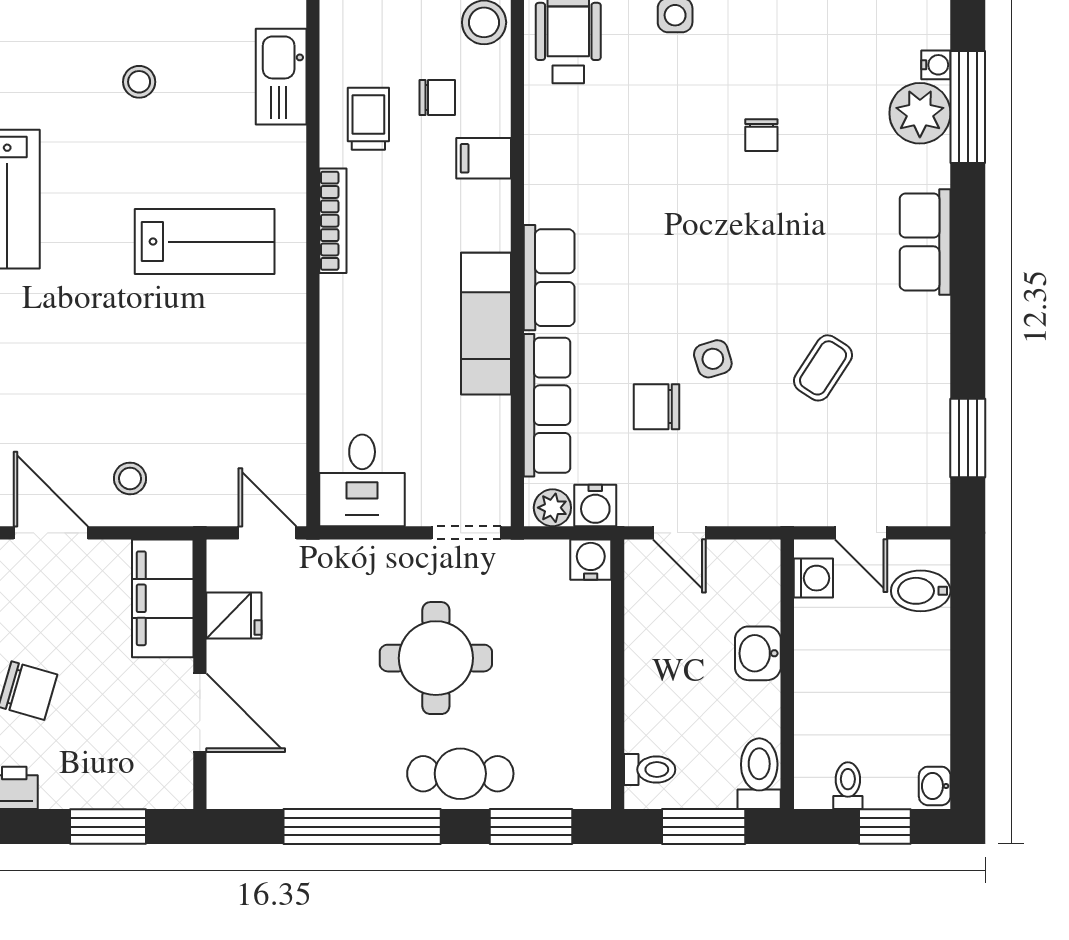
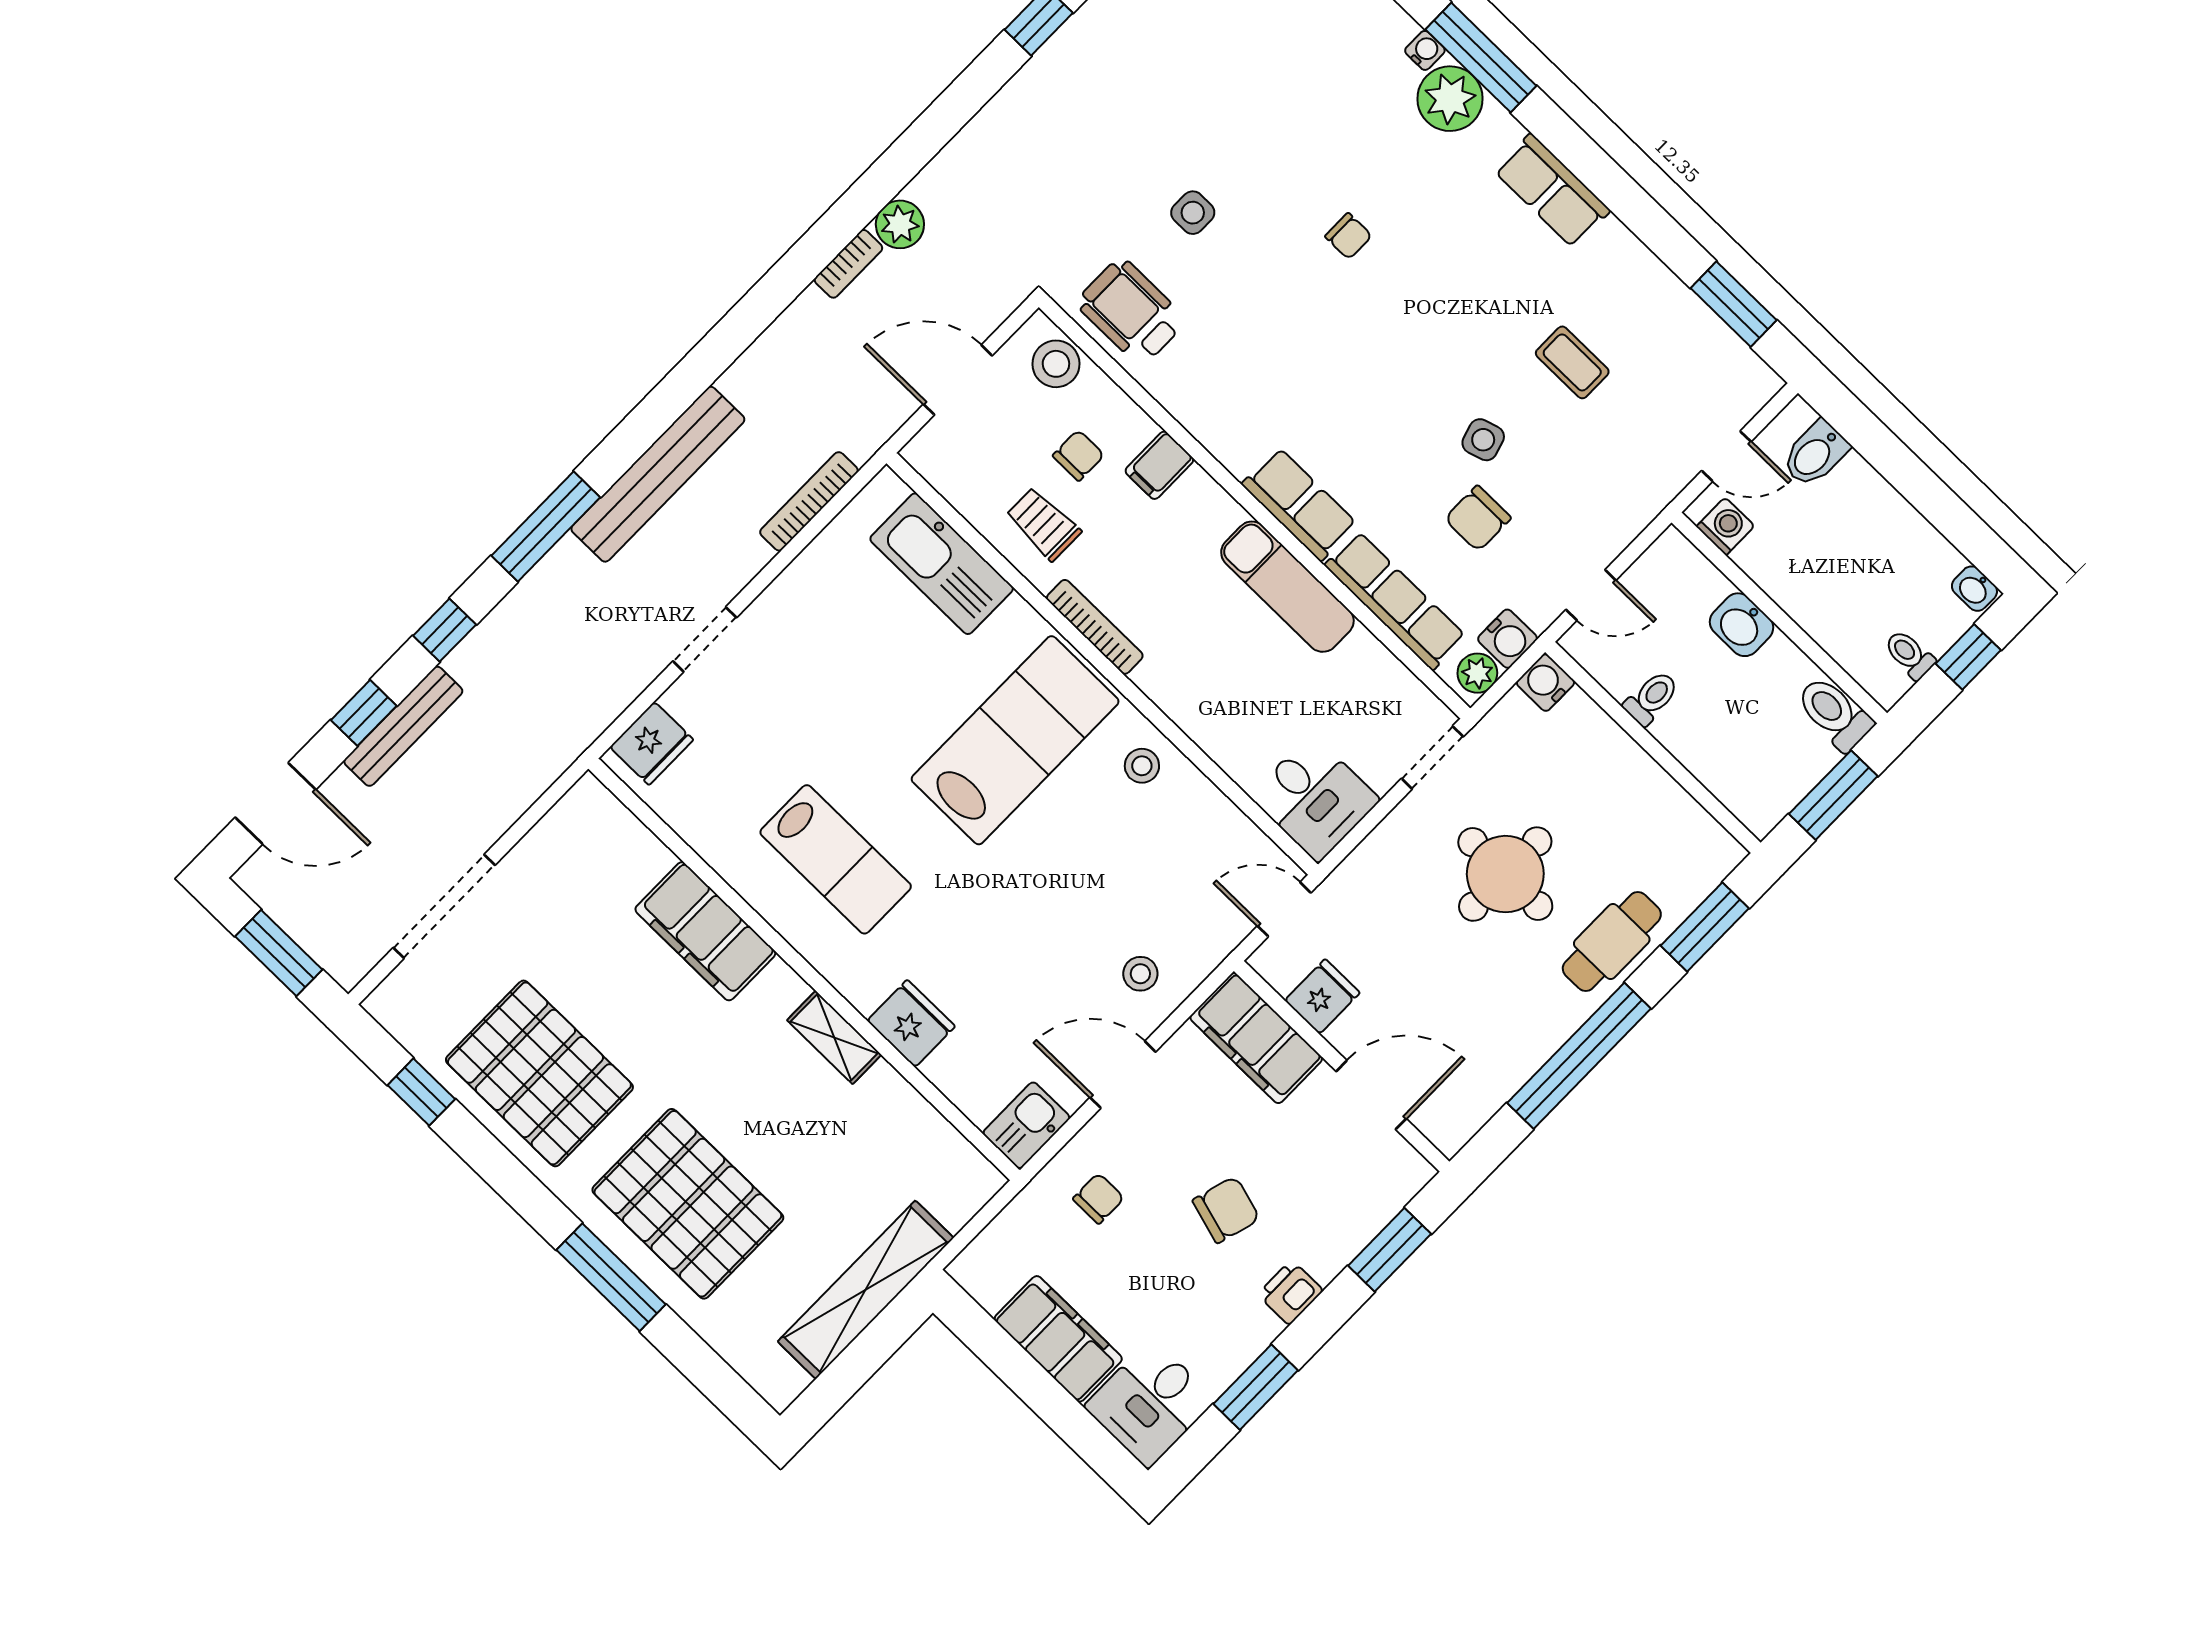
kitchen sink: (281, 77) -> (942, 564), width x1.36, depth x1.24
stool: (139, 82) -> (1142, 766), moved
lab bench: (205, 242) -> (1015, 740), width x1.36, depth x1.39
coffee table: (823, 368) -> (1572, 362), turned -33
toilet: (650, 770) -> (1651, 698), moved

